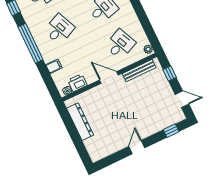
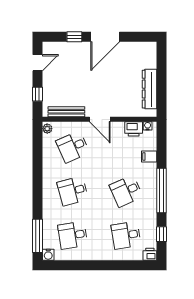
door: (182, 99) -> (37, 63), swing flipped
window: (171, 131) -> (74, 37), moved
door: (137, 147) -> (105, 37), width x1.88

